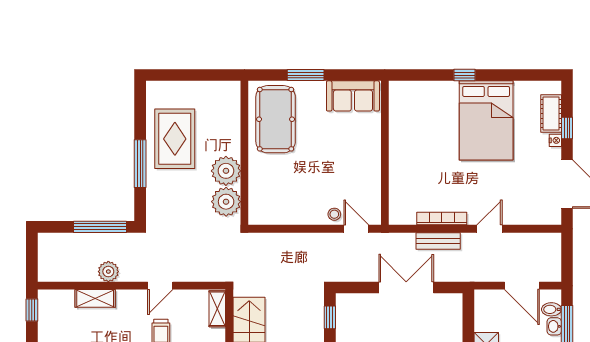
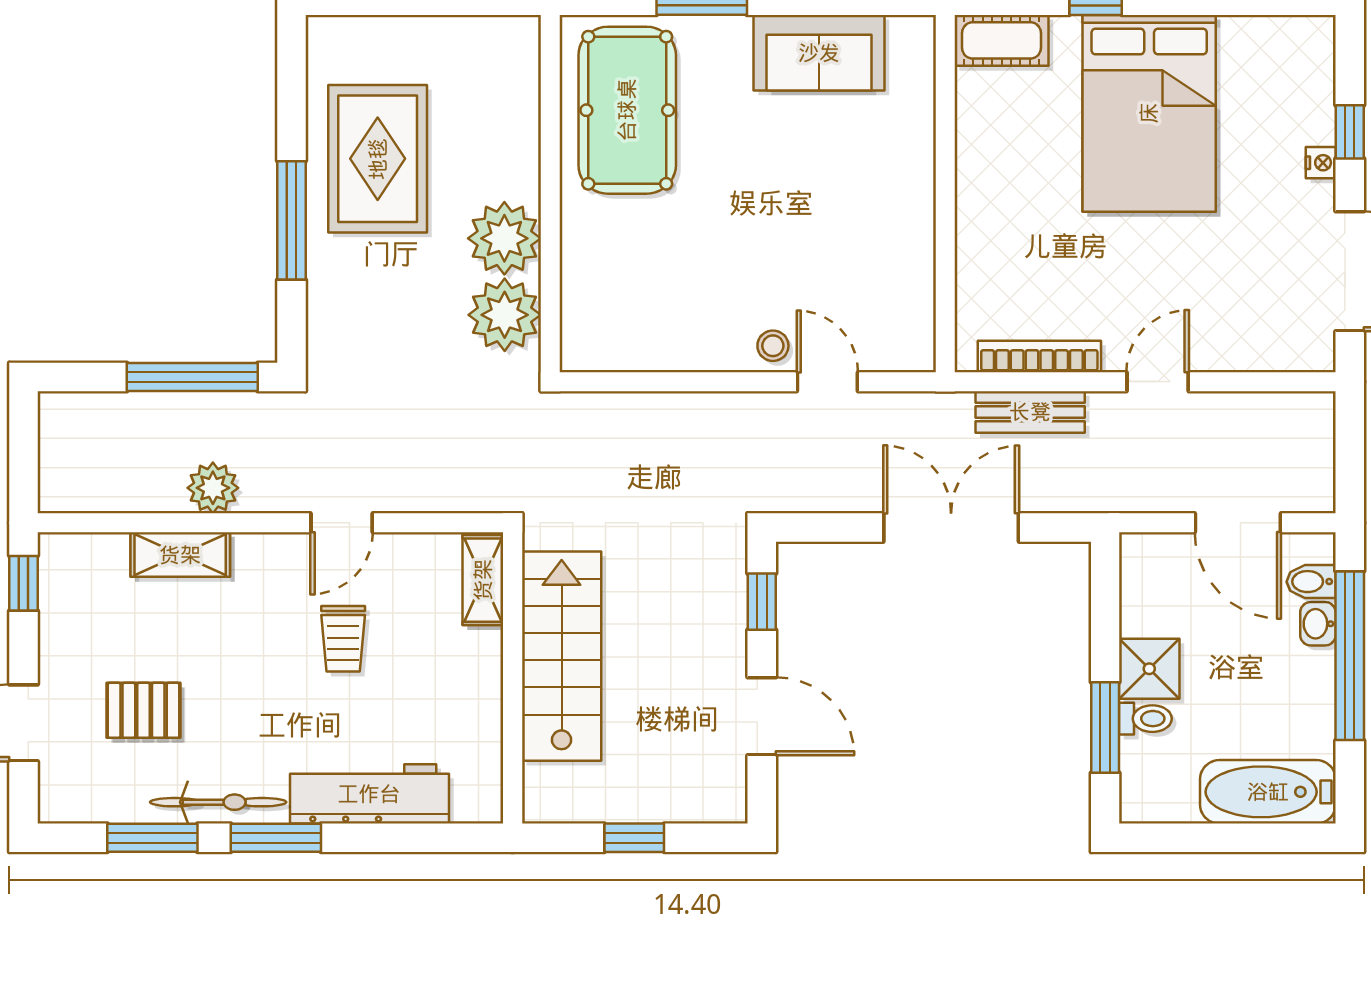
cot: (551, 114) -> (1002, 40), moved, turned 90
wall: (385, 153) -> (945, 194), moved

